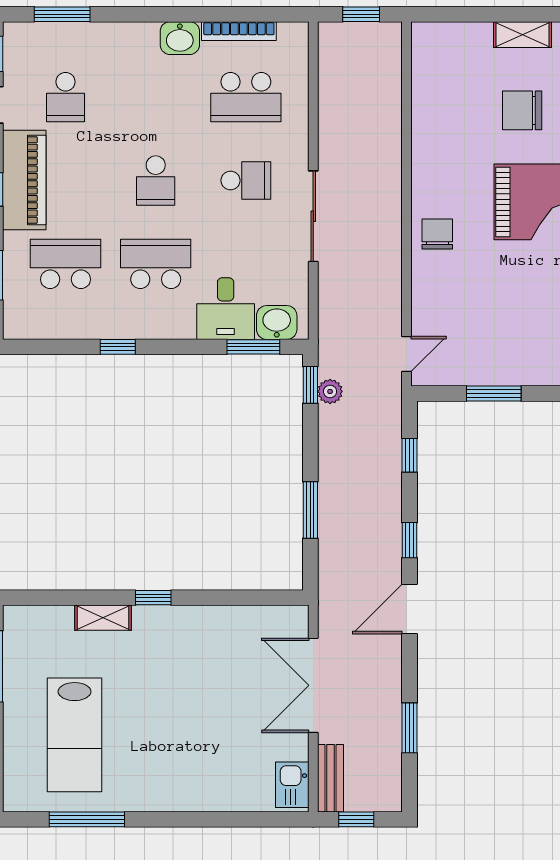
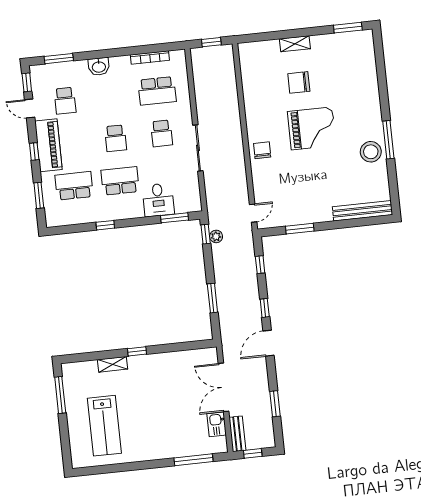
washbasin: (180, 38) -> (99, 67), moved
school desk: (246, 181) -> (162, 133), turned 90
washbasin: (277, 322) -> (185, 204), removed
kitchen sink: (292, 785) -> (217, 424), moved
window: (87, 819) -> (193, 460), moved

